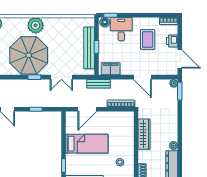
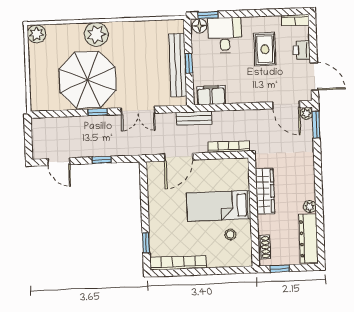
door: (142, 77) -> (286, 105), moved
bed: (87, 144) -> (219, 206), moved, turned 180

